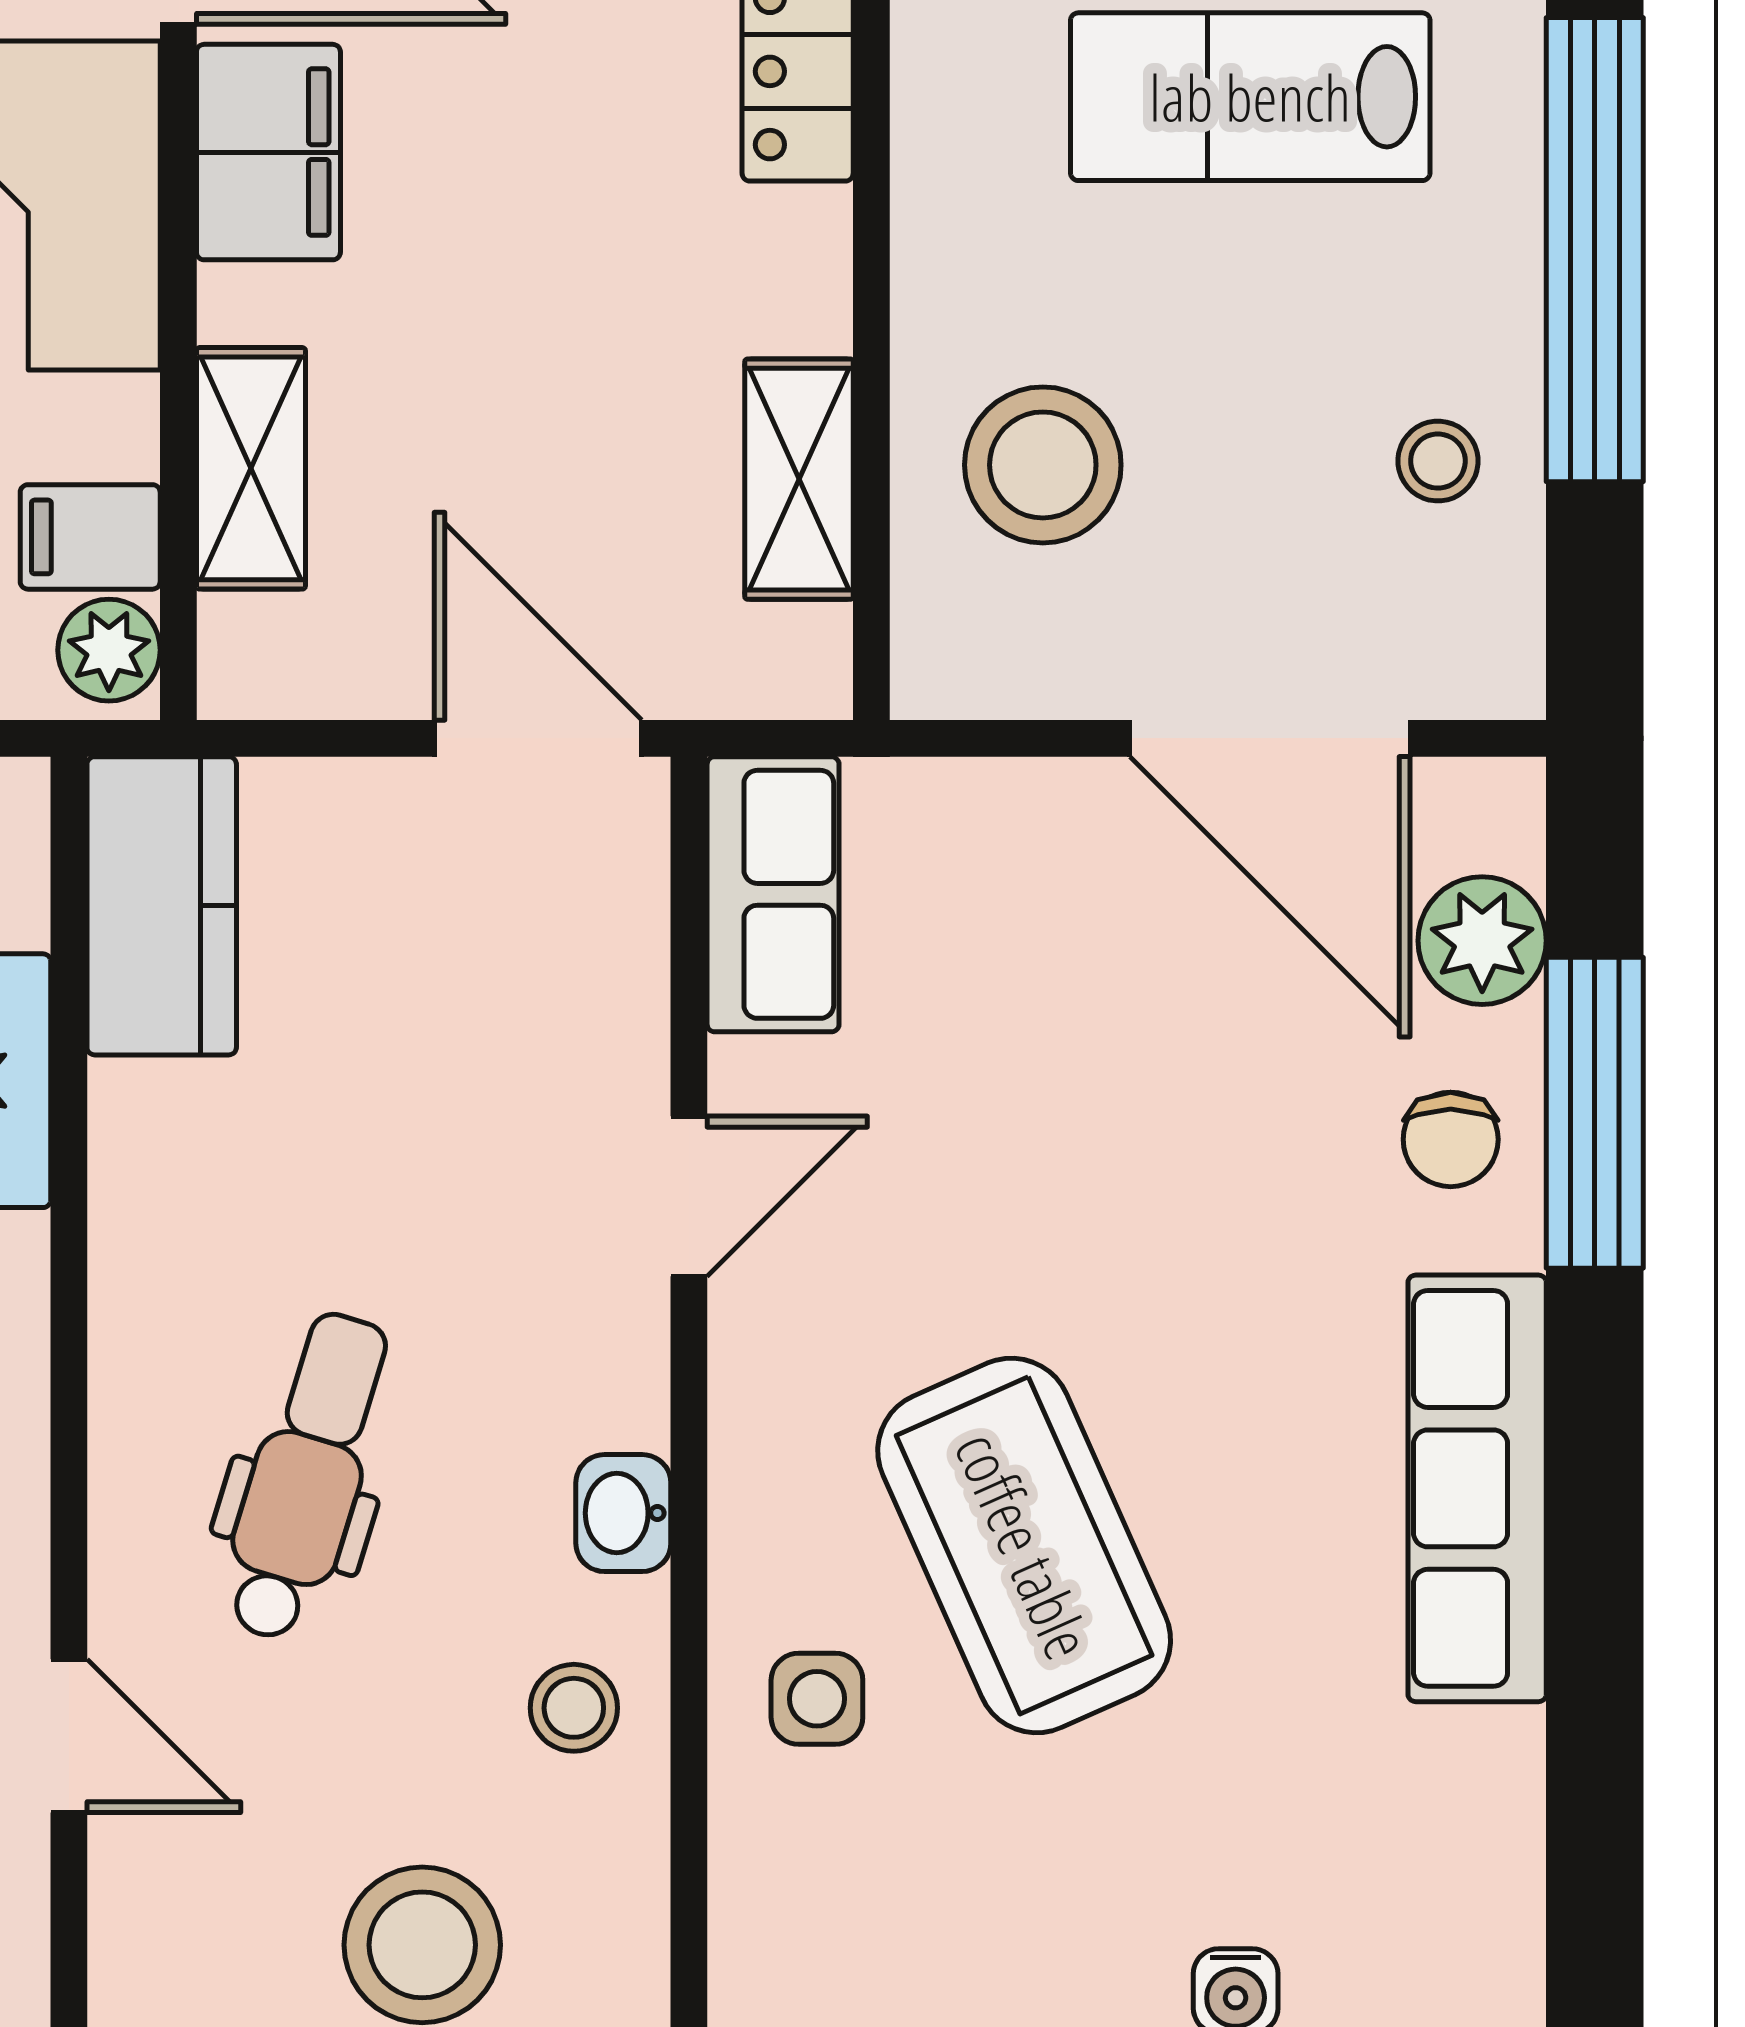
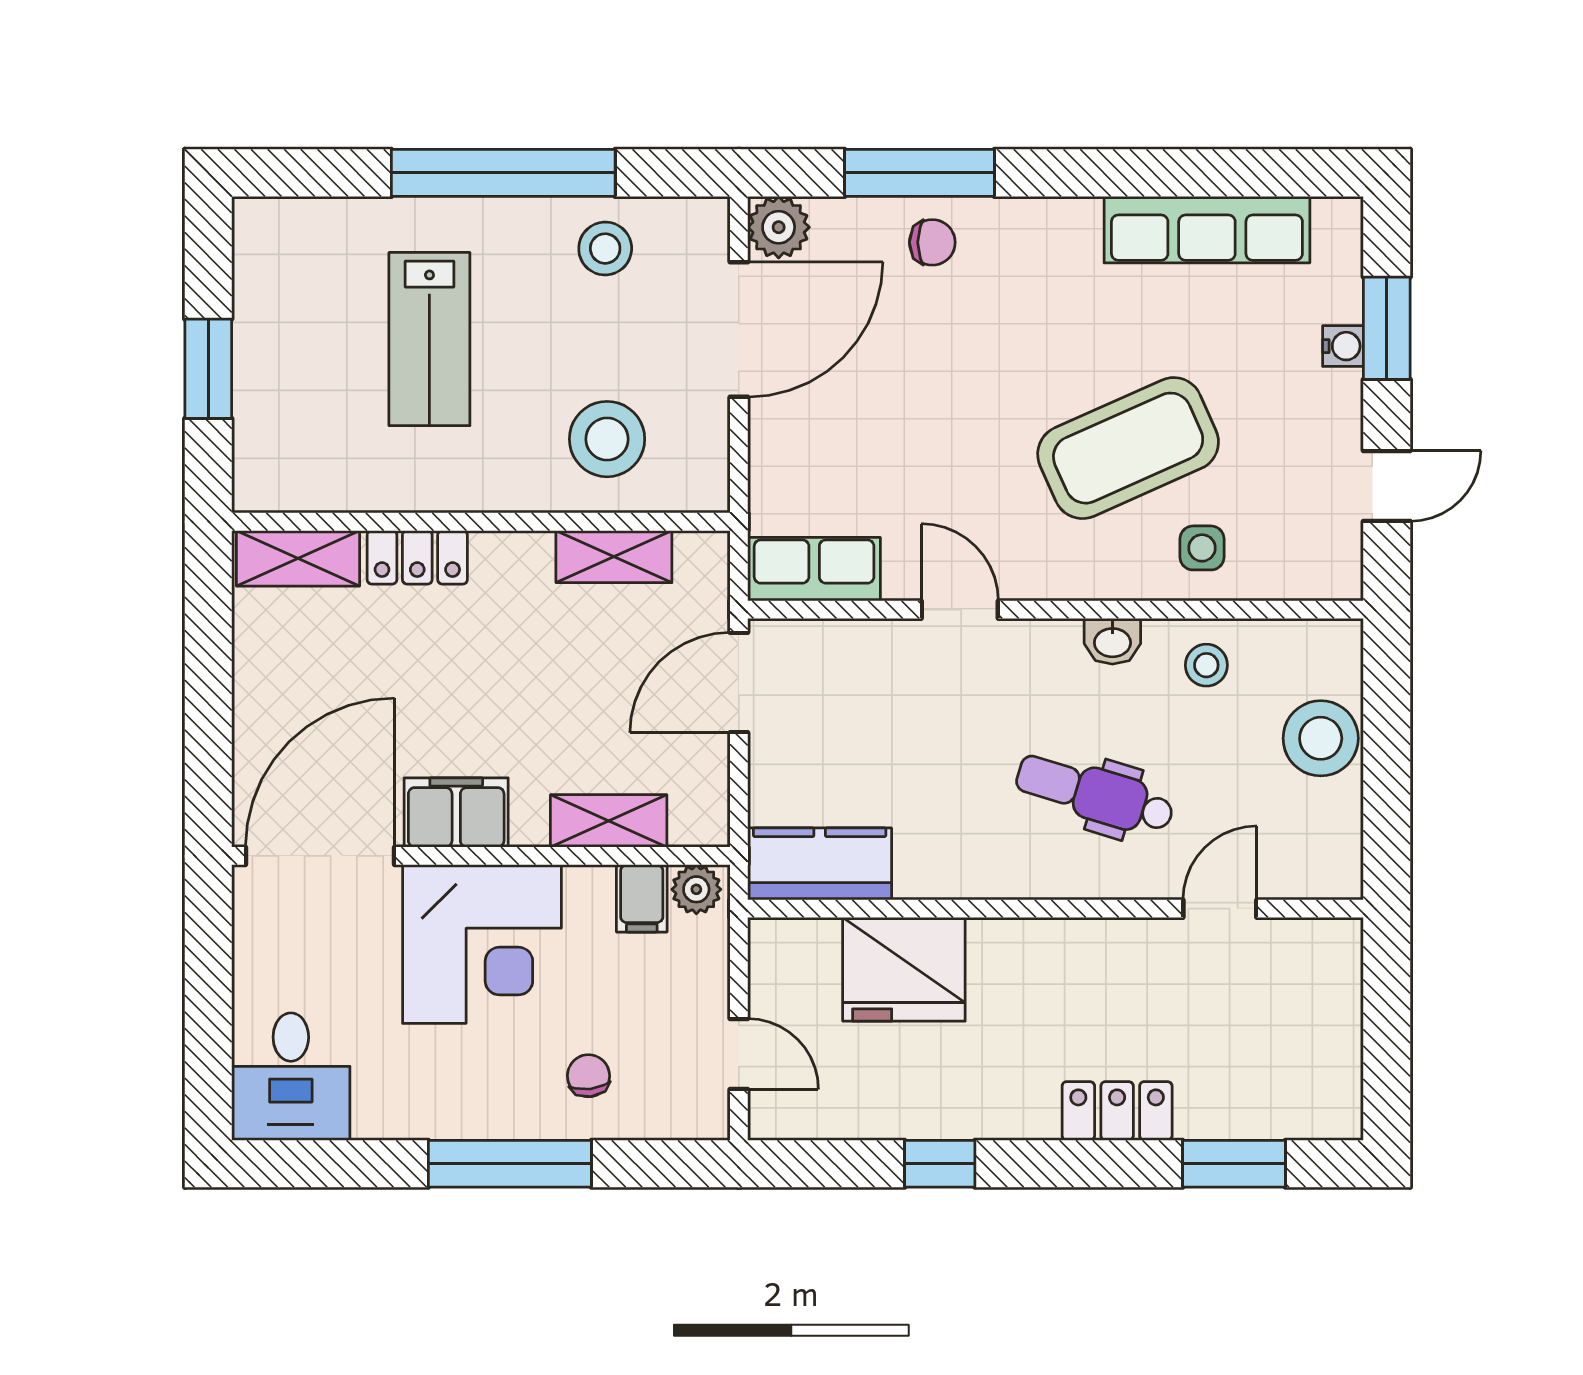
stool: (1438, 461) -> (605, 249), width x1.37, depth x1.37
plant: (1482, 941) -> (779, 227), moved
row of seats: (1477, 1488) -> (1207, 230), moved

